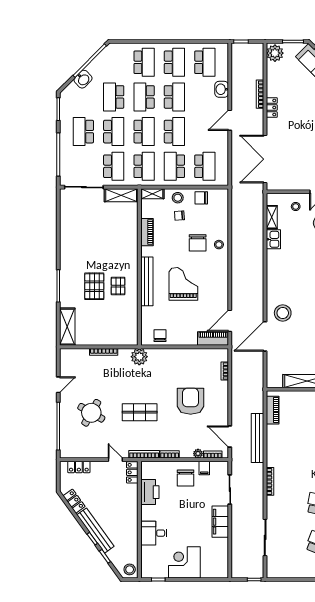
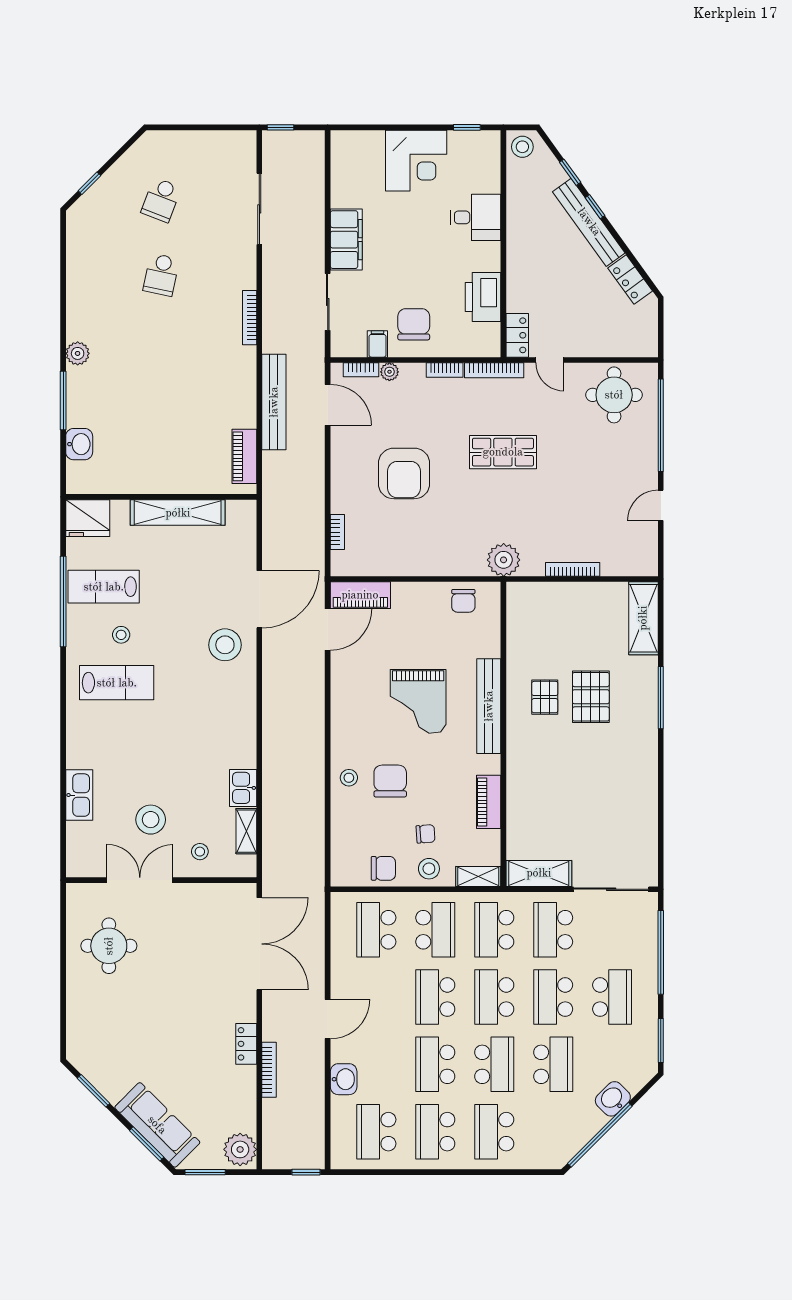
round table: (91, 413) -> (614, 395), moved, turned -30
locker: (79, 467) -> (621, 346), removed

